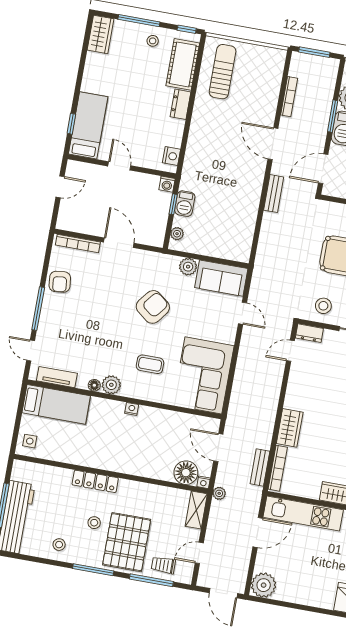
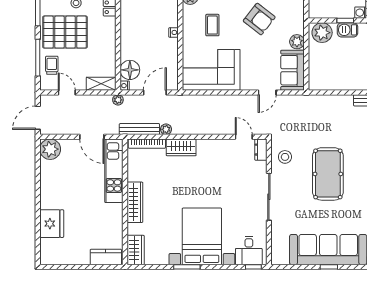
plant: (177, 234) -> (322, 33), width x1.88, depth x1.88
nightstand: (132, 409) -> (174, 32), moved
plant: (265, 442) -> (166, 129), added
bench: (260, 468) -> (139, 129), width x1.36

